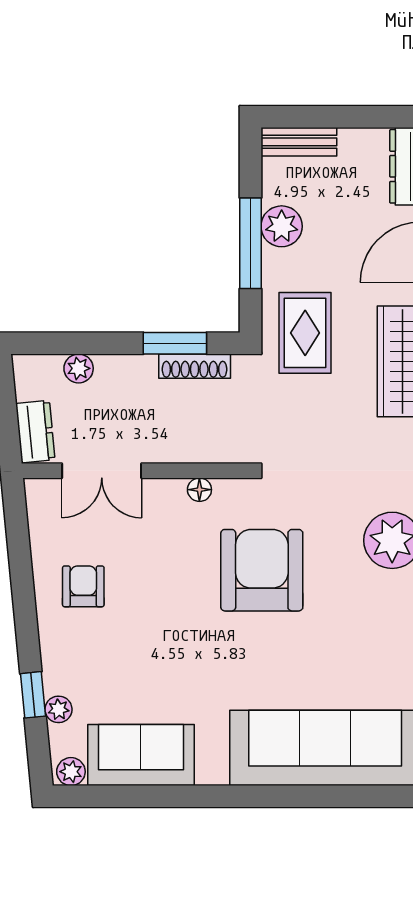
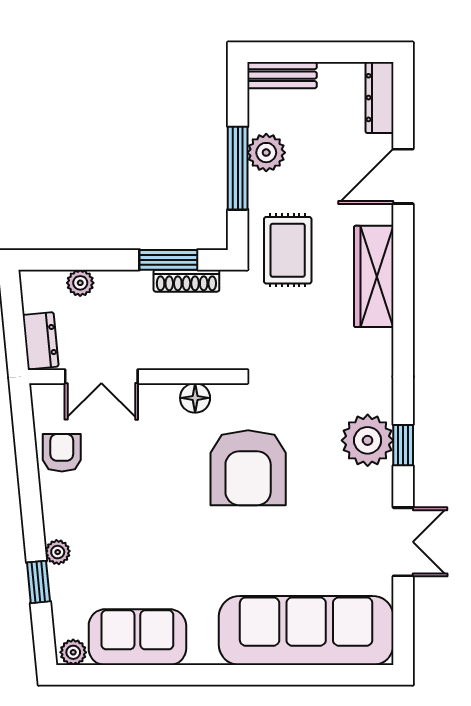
floor lamp: (199, 490) -> (195, 398), width x1.37, depth x1.37
armchair: (262, 570) -> (248, 468), turned 180
armchair: (83, 586) -> (62, 453), moved
plant: (59, 709) -> (58, 552), moved

